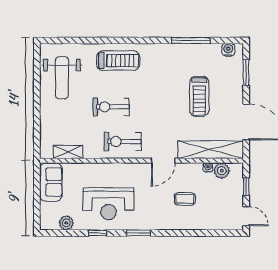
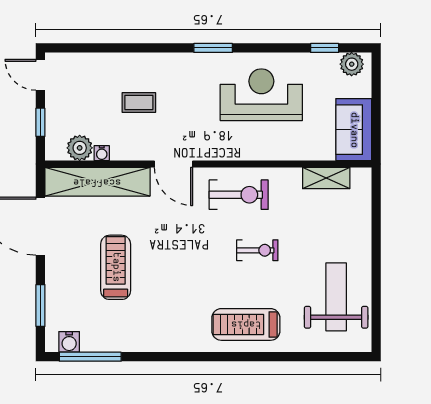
window: (191, 41) -> (90, 357), moved
exercise bike: (111, 107) -> (257, 250), width x0.73, depth x0.72
door: (163, 161) -> (174, 164), swing flipped
plant: (66, 223) -> (352, 64), moved
window: (98, 233) -> (325, 48), moved

